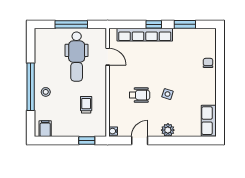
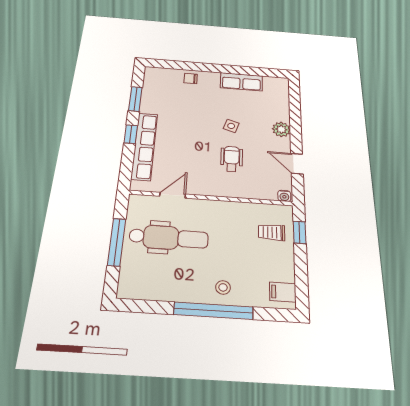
trolley: (86, 105) -> (272, 232), moved
row of seats: (209, 121) -> (241, 82), moved

